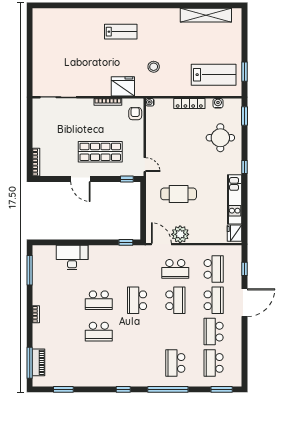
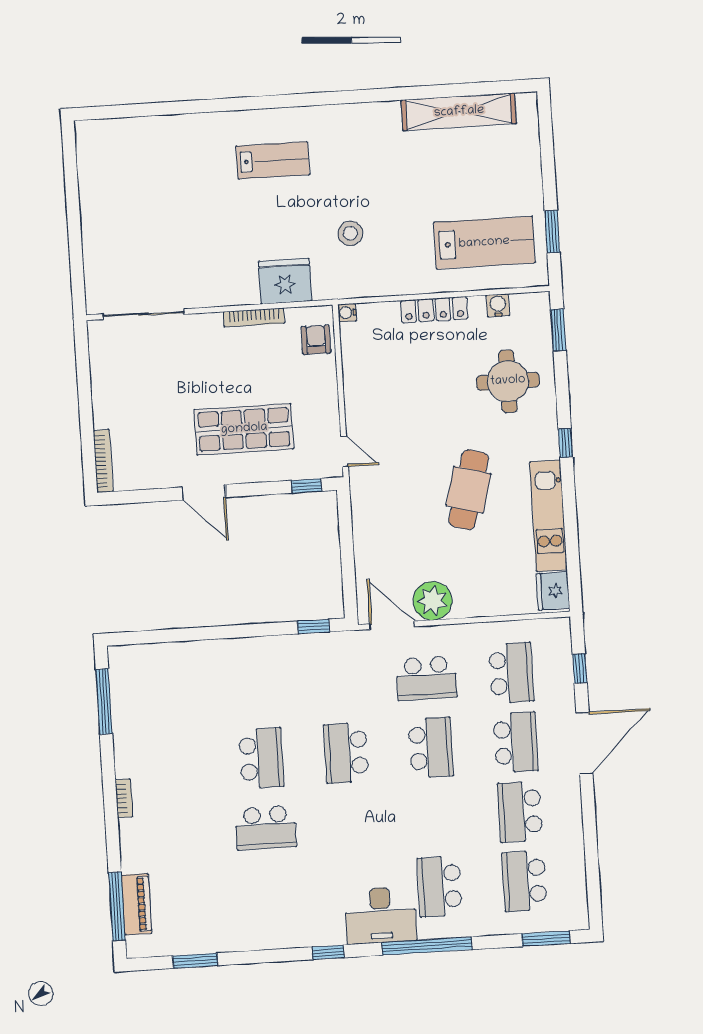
cafe table: (179, 194) -> (469, 490), moved, turned -75
desk: (72, 258) -> (381, 915), moved, turned 180
school desk: (99, 300) -> (261, 758), turned -90

